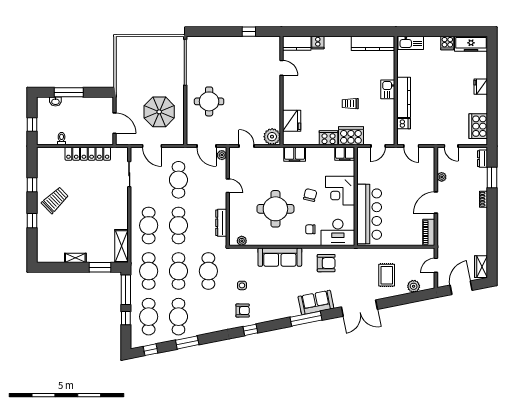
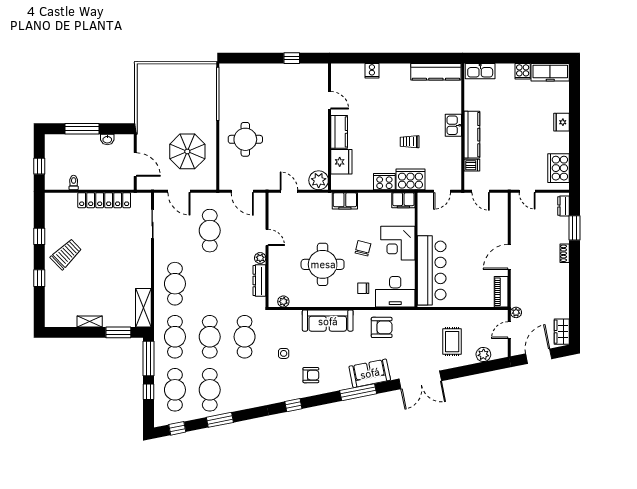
kitchen counter: (297, 43) -> (339, 132), moved, turned -90
washbasin: (55, 101) -> (107, 139), moved
plant: (222, 155) -> (260, 258), moved
plant: (442, 177) -> (516, 312), moved
cafe table: (178, 225) -> (210, 284), removed
armchair: (243, 310) -> (311, 375), moved

